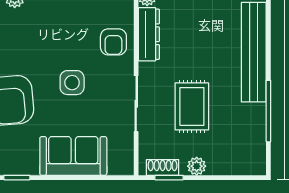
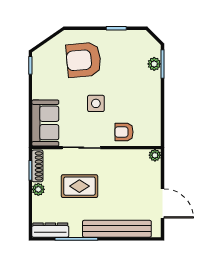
dresser: (149, 34) -> (50, 230), moved, turned 180
sofa: (73, 156) -> (45, 123), moved
shoe rack: (163, 167) -> (37, 166), width x1.43

